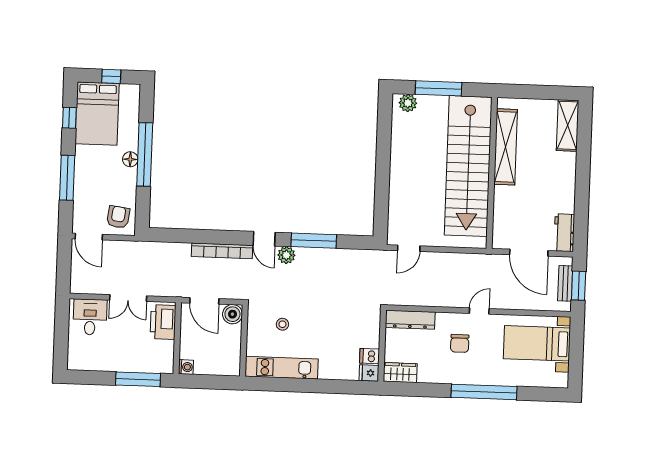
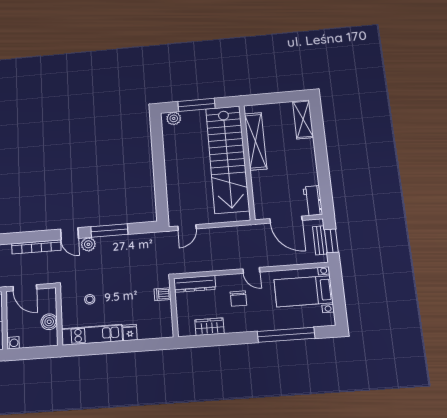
door: (479, 311) -> (251, 270), swing flipped
boiler: (232, 314) -> (49, 322), moved
dishwasher: (370, 356) -> (163, 294), moved
fridge: (369, 373) -> (130, 332), moved, turned 90
wardrobe: (400, 373) -> (210, 327), moved
window: (484, 392) -> (286, 335), moved

